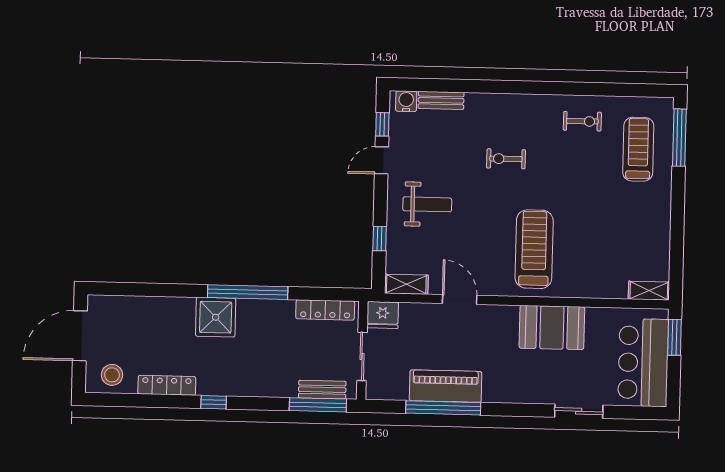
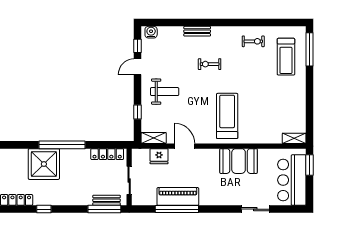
bench: (441, 100) -> (197, 31), moved
treadmill: (638, 149) -> (286, 57), turned 180
fridge: (383, 315) -> (159, 156), moved
shower: (216, 317) -> (44, 164), width x1.37, depth x1.37

